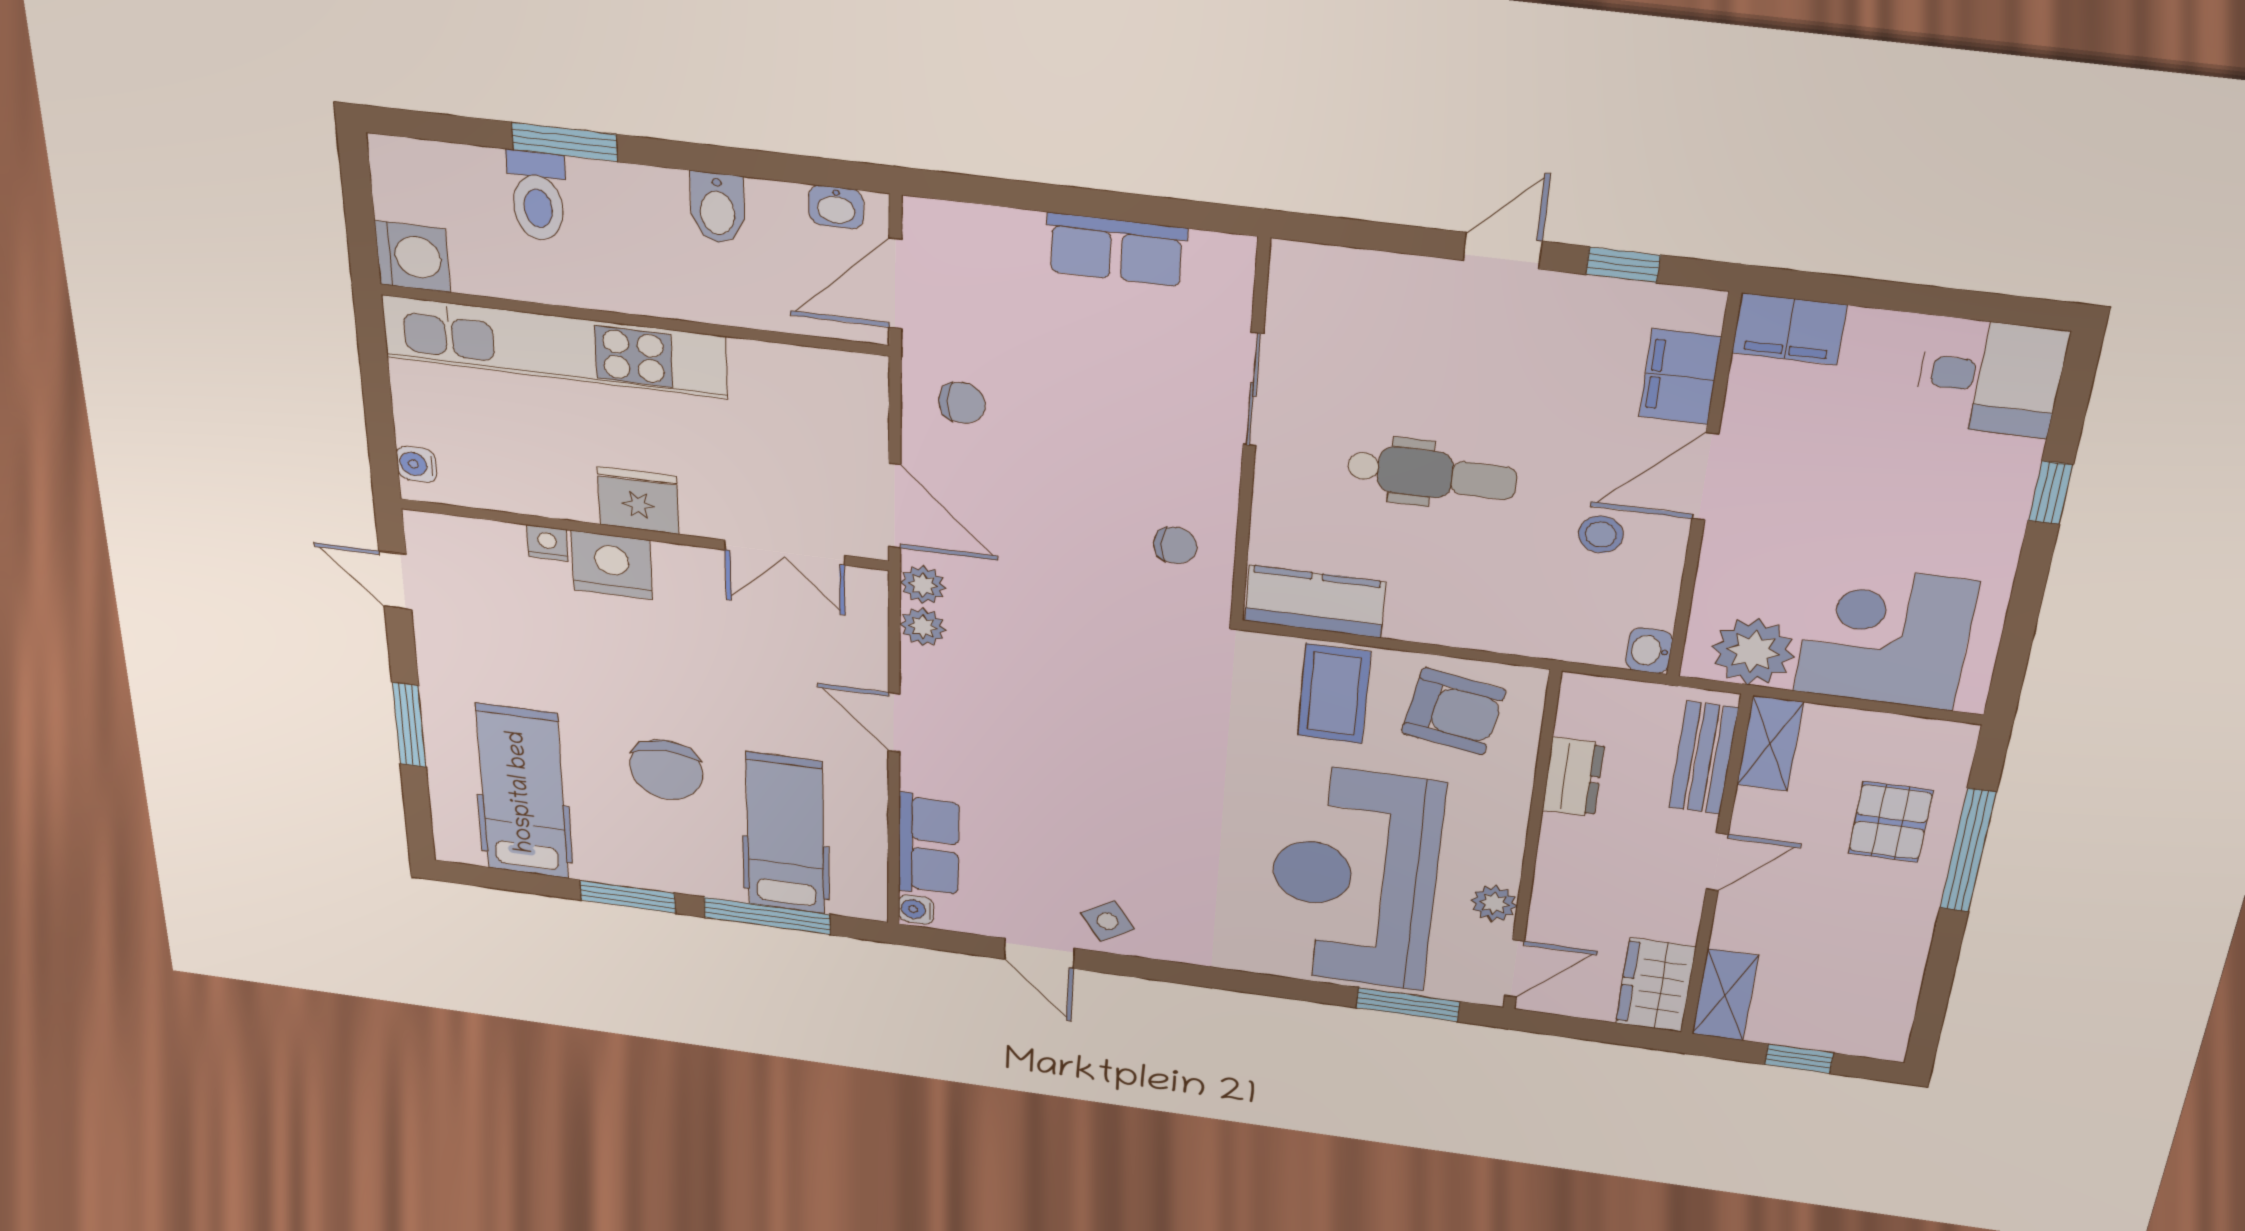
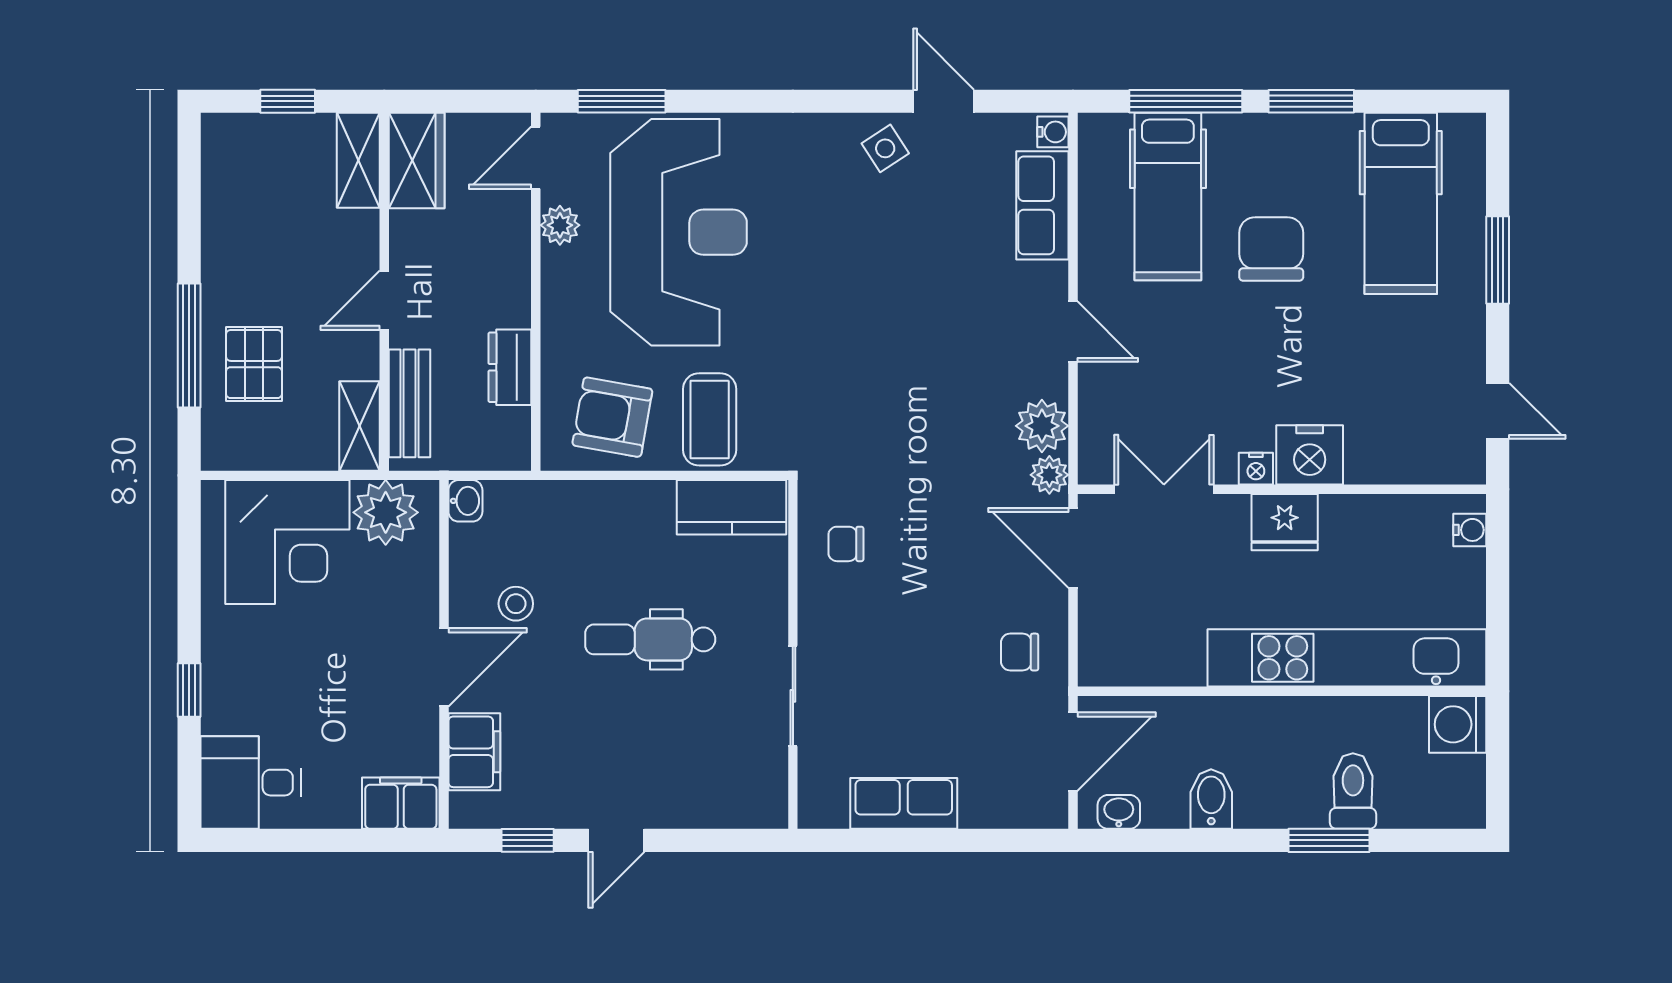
nightstand: (547, 543) -> (1256, 469), moved
plant: (923, 627) -> (1042, 426), width x1.38, depth x1.38

